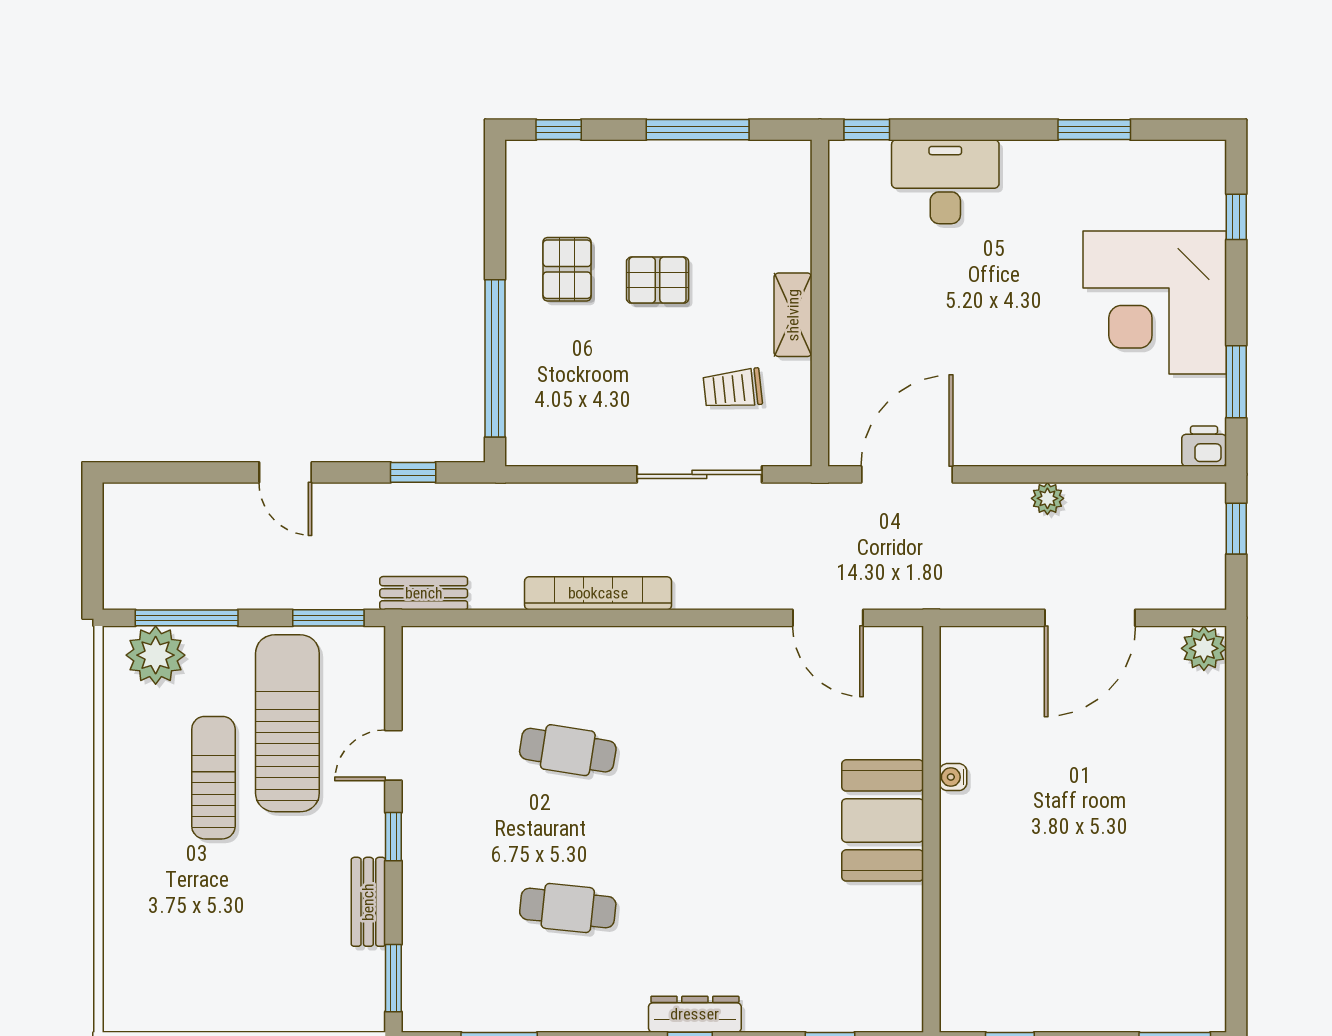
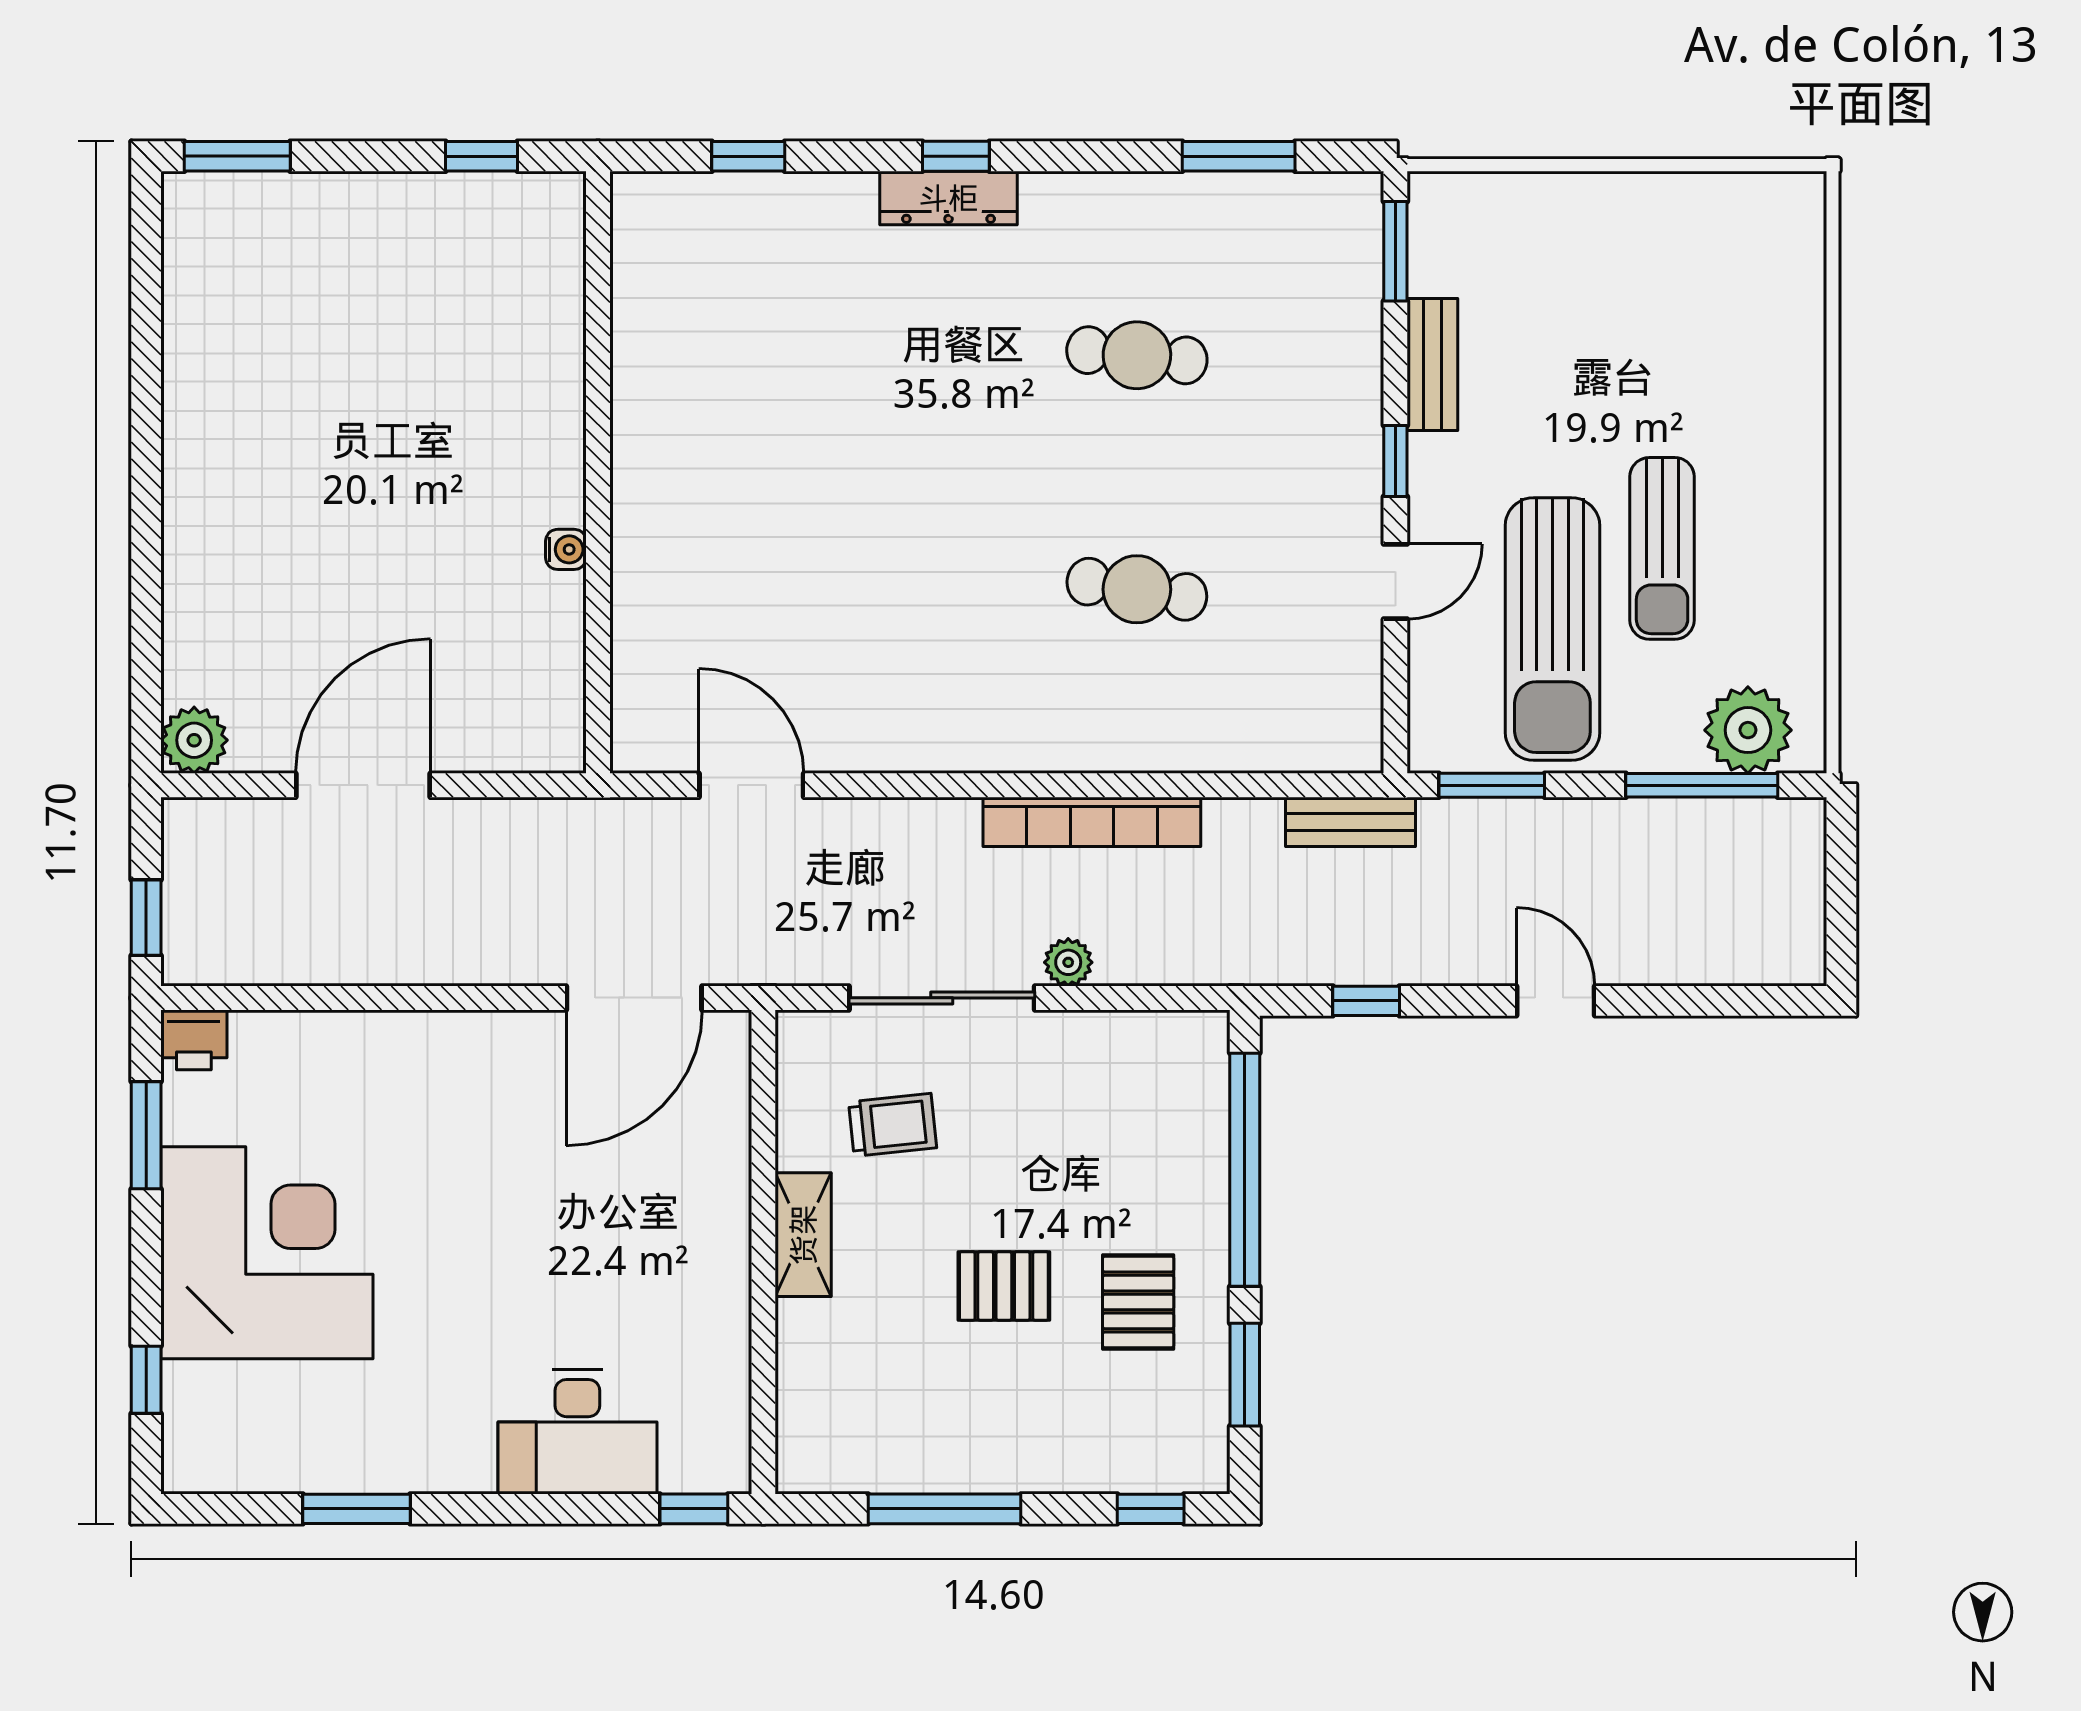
window: (495, 220) -> (1245, 1375), added
plant: (1047, 498) -> (1068, 962), moved
booth: (883, 820) -> (670, 485), removed

